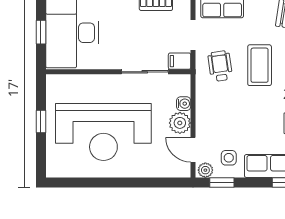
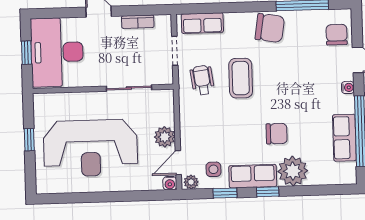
filing cabinet: (180, 61) -> (162, 77), removed
water cooler: (184, 104) -> (170, 183), moved, turned 90
door: (193, 150) -> (178, 163), hinge flipped
window: (222, 182) -> (225, 193), moved

